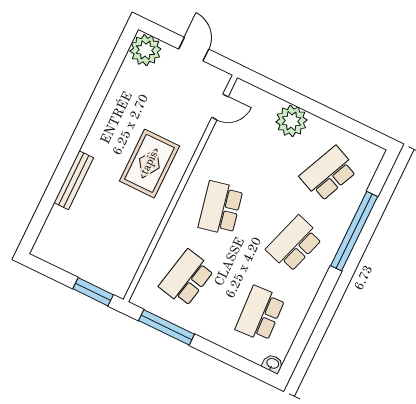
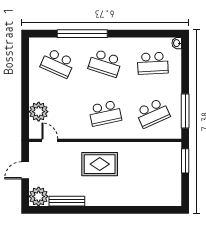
plant: (291, 121) -> (39, 112), moved
bench: (74, 180) -> (67, 201), moved
school desk: (187, 278) -> (153, 113), turned -36

